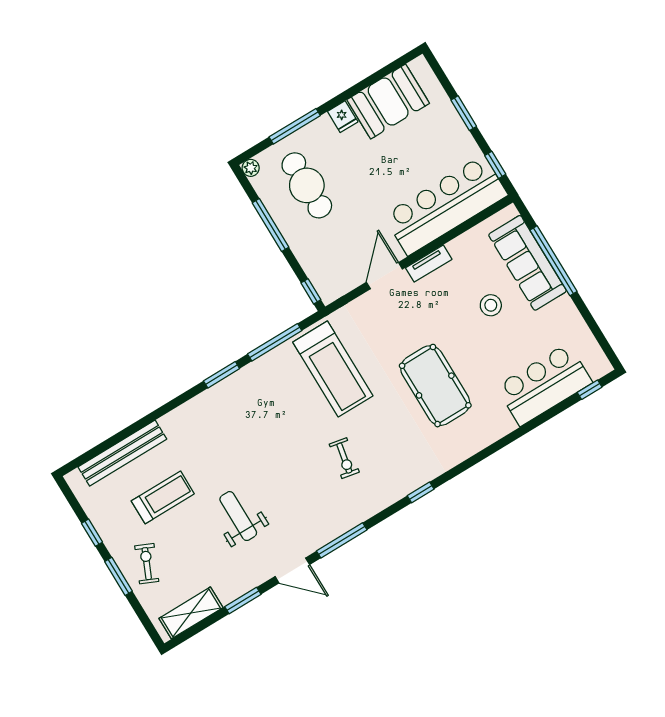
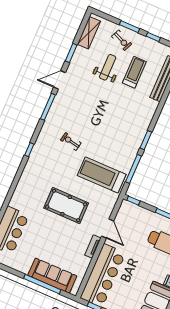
stool: (491, 305) -> (55, 247), removed
pool table: (435, 386) -> (66, 206), moved
treadmill: (163, 497) -> (134, 72), turned 180
weight bench: (238, 516) -> (108, 67), moved, turned -90

